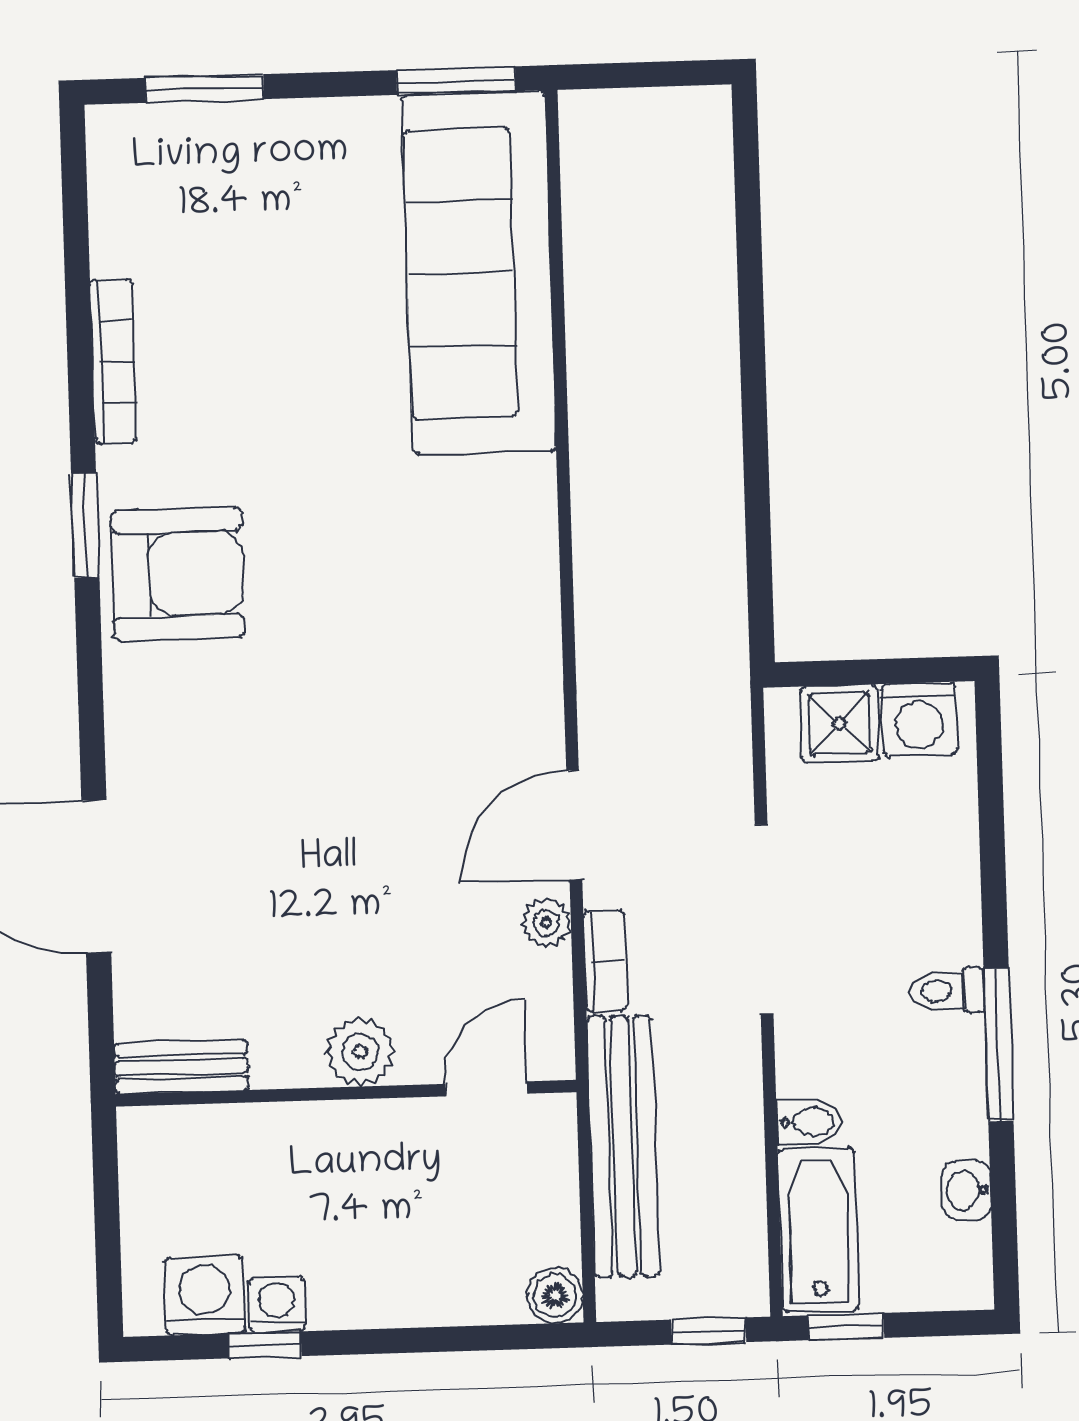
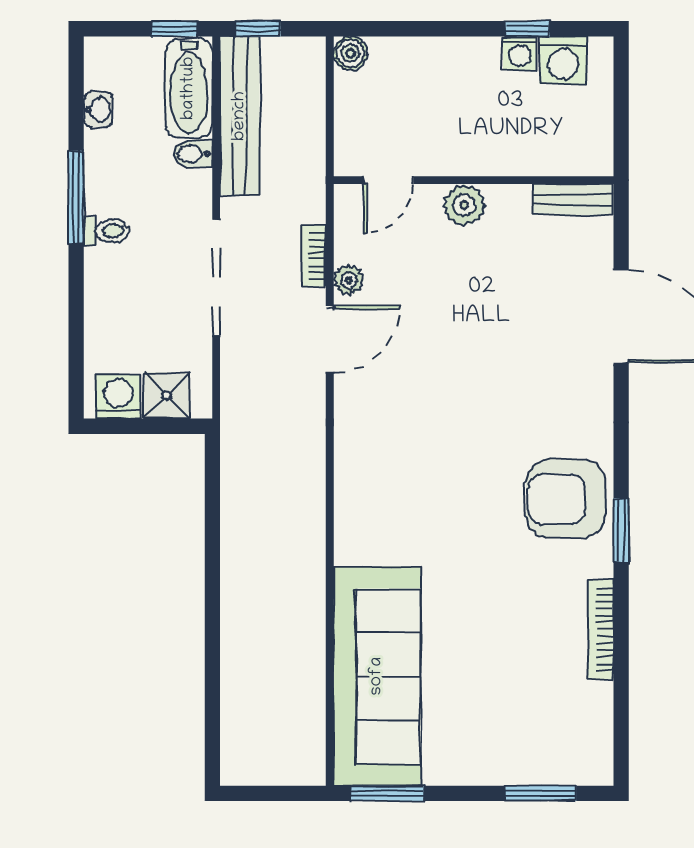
bench: (623, 1146) -> (240, 116), moved

